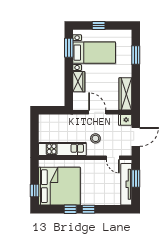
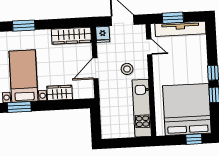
door: (113, 158) -> (149, 47), hinge flipped

